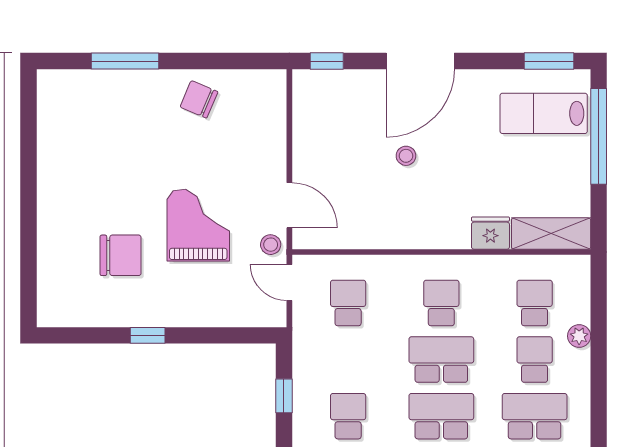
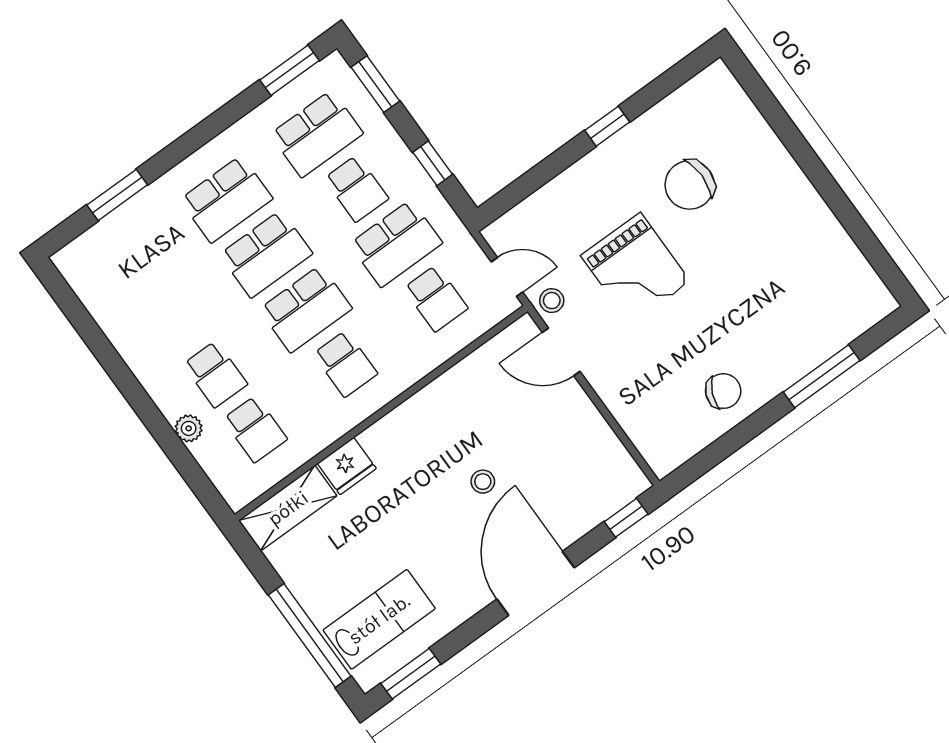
school desk: (535, 416) -> (396, 243), moved

